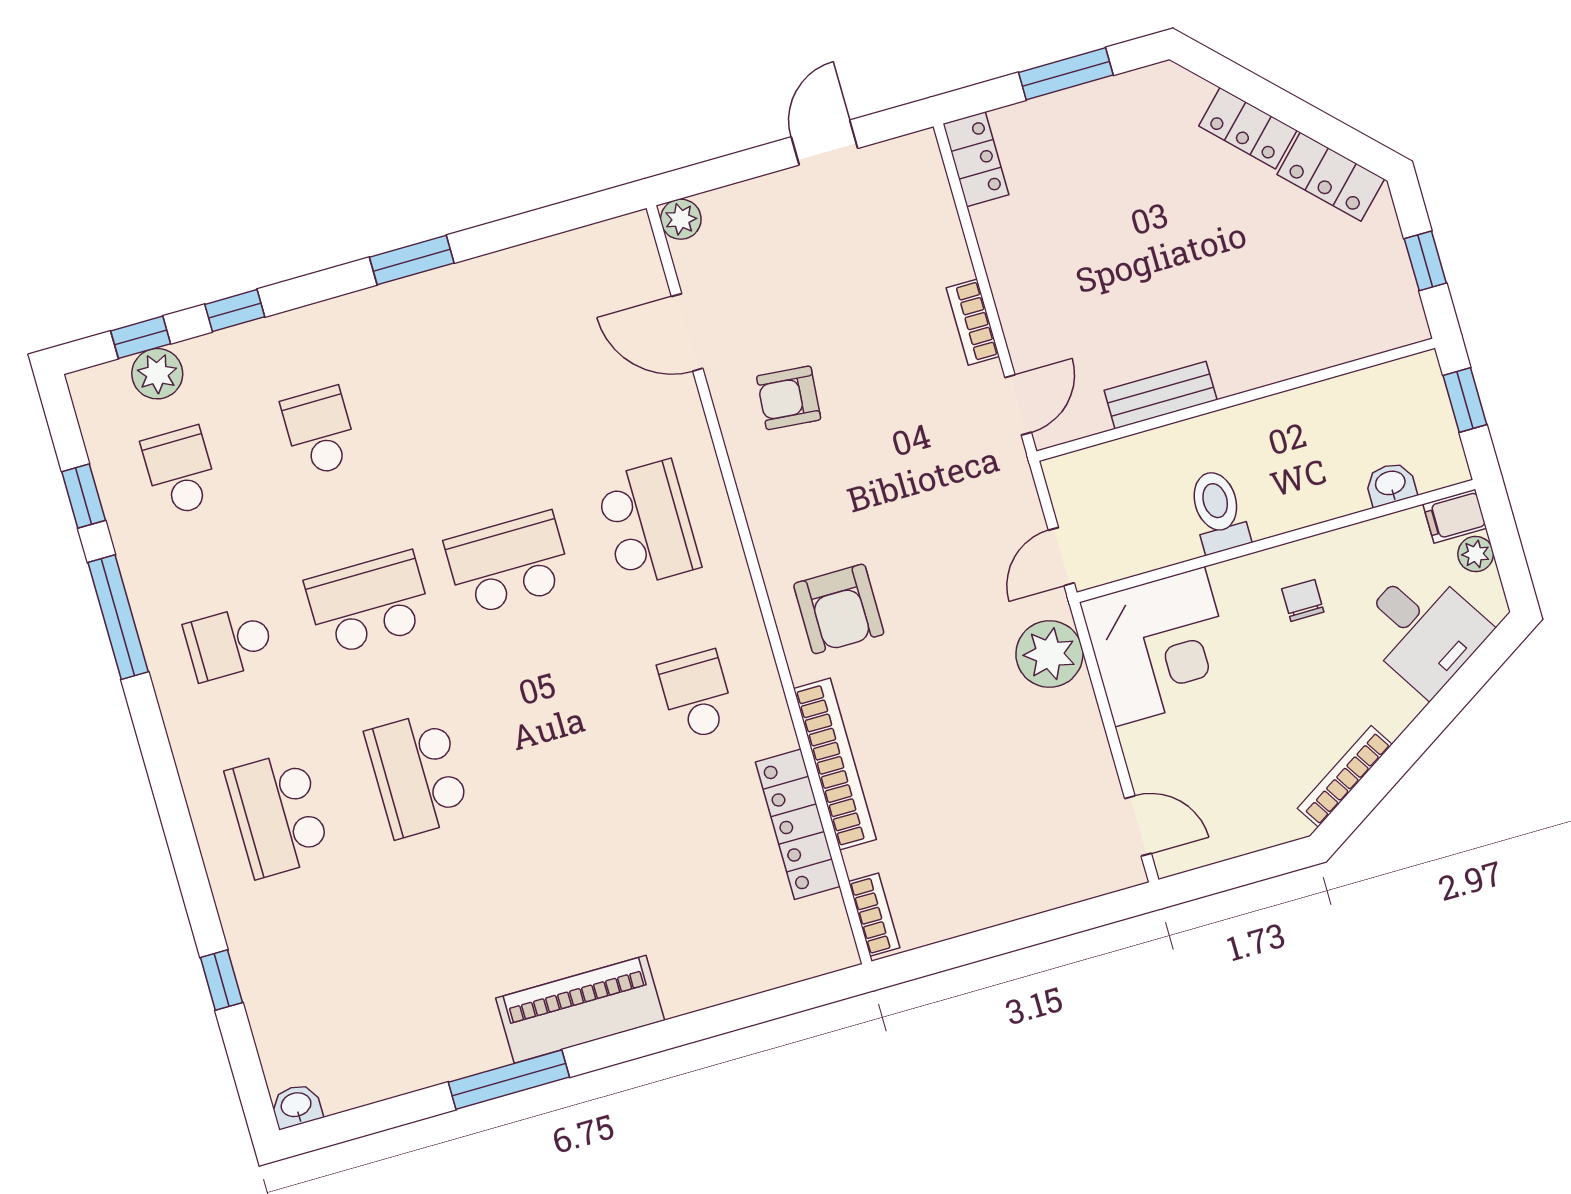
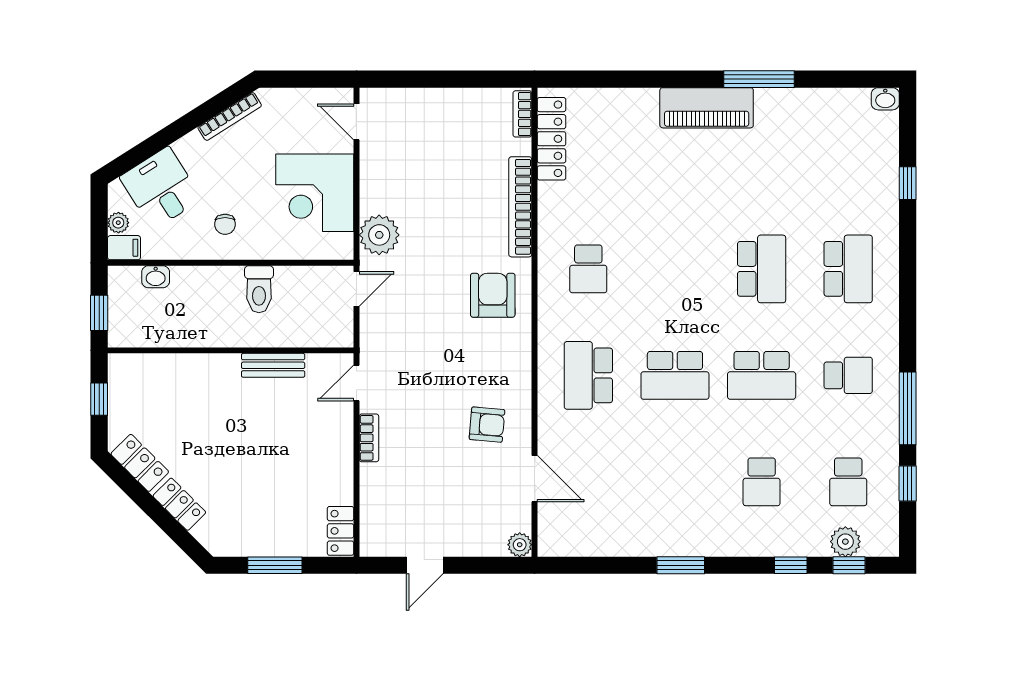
corner desk: (1160, 647) -> (315, 193), moved, turned -90
locker: (798, 824) -> (551, 139), moved

